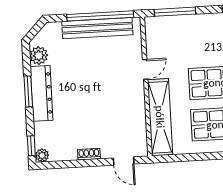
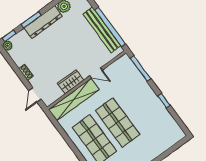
window: (28, 91) -> (31, 20), moved
wardrobe: (136, 107) -> (71, 82), added

